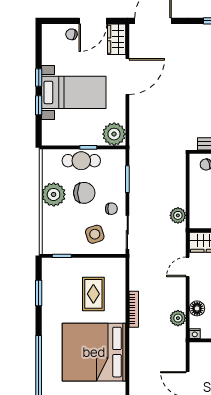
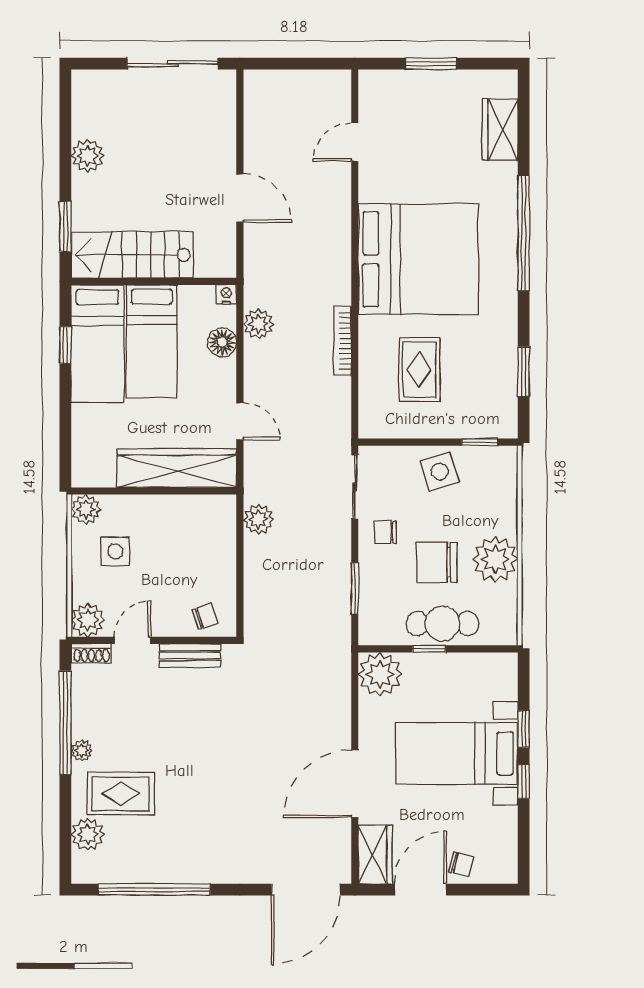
side table: (95, 234) -> (440, 471), moved
door: (188, 267) -> (240, 421), hinge flipped

